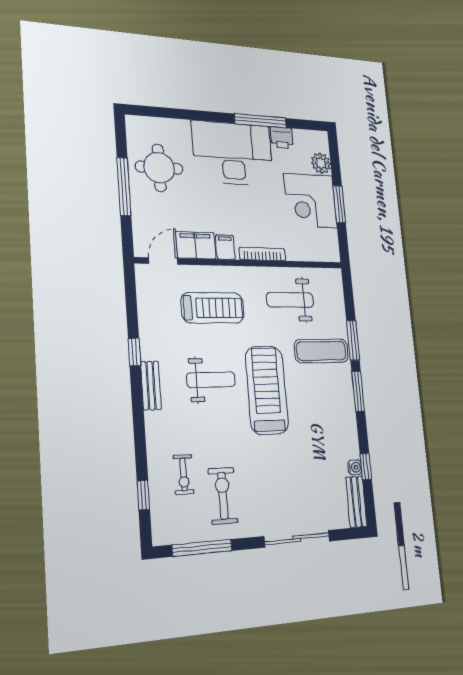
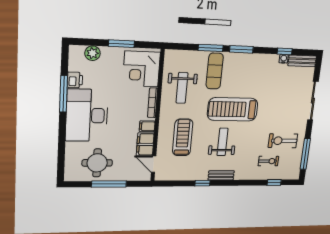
corner desk: (311, 201) -> (142, 69), moved, turned 90

